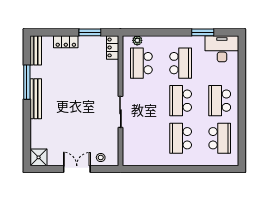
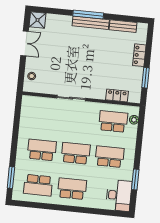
locker: (113, 47) -> (117, 96), moved
bench: (36, 50) -> (123, 26), moved
school desk: (181, 63) -> (110, 157), turned 180
window: (27, 82) -> (88, 15), moved
double door: (77, 169) -> (25, 43), moved
window: (214, 169) -> (11, 178), added

